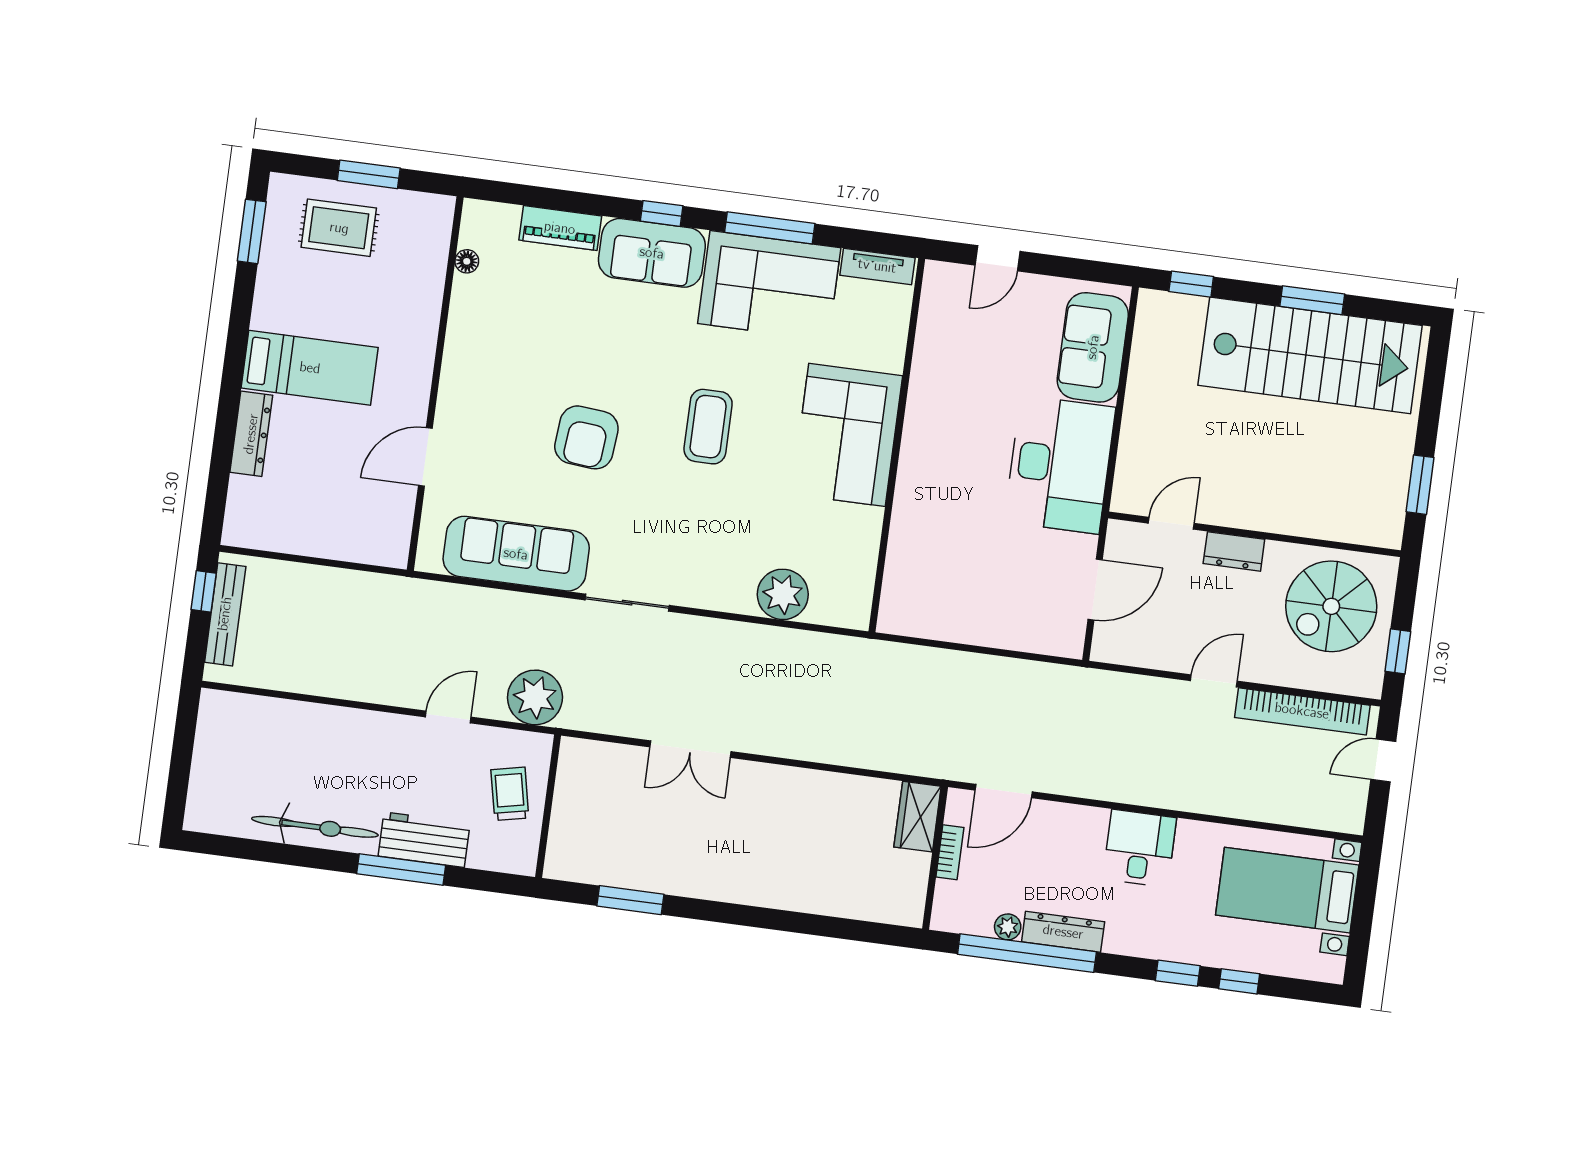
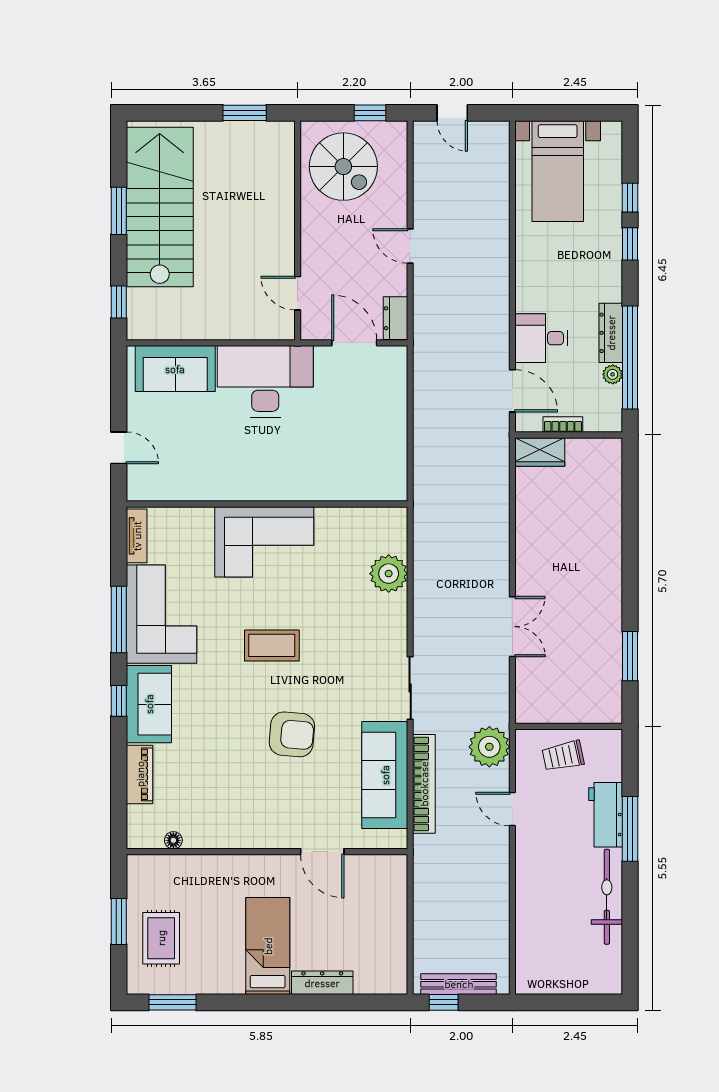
dresser: (1234, 551) -> (395, 318), moved, turned 180
bookcase: (1302, 711) -> (424, 784), moved
desk: (1140, 848) -> (541, 338), moved

